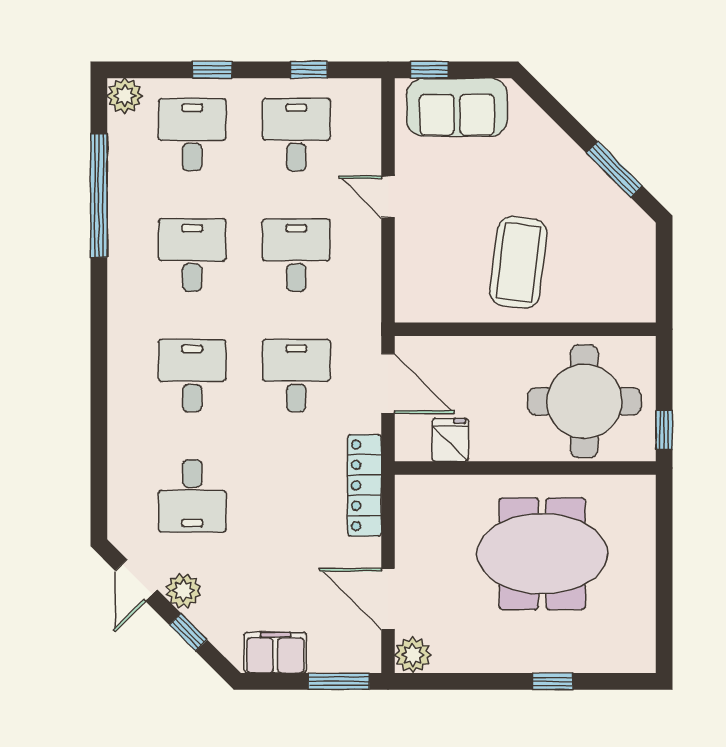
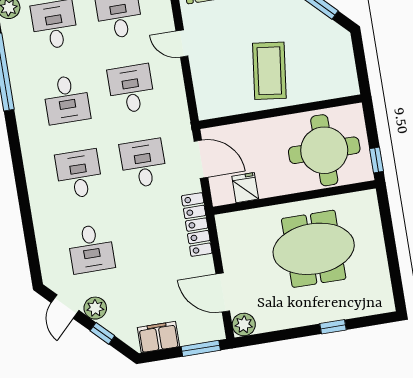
desk: (192, 255) -> (67, 99), turned 180

